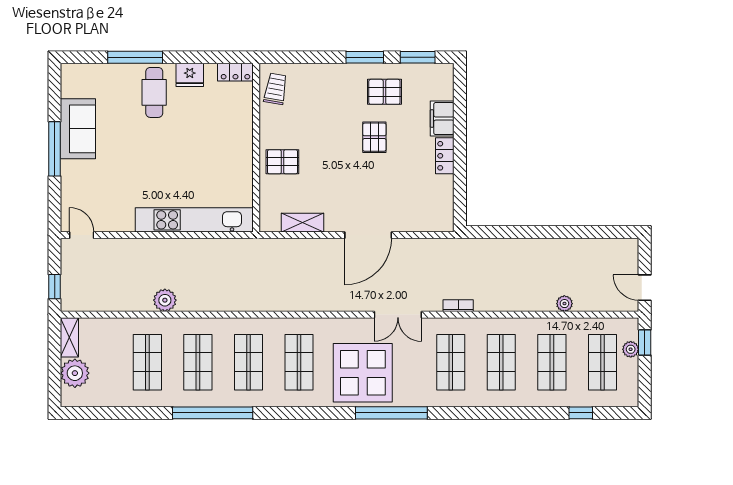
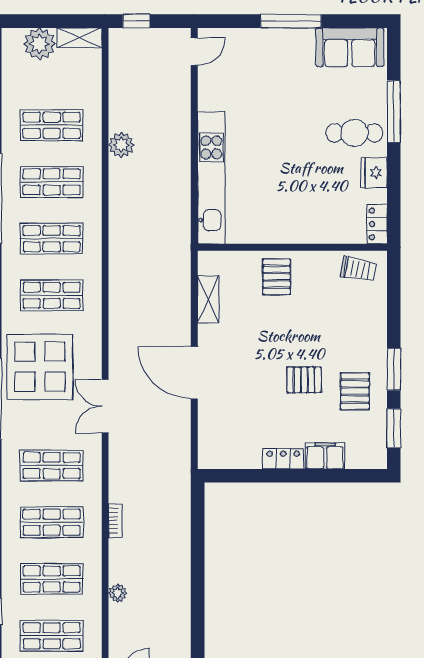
sofa: (78, 129) -> (350, 47), moved
bookcase: (458, 306) -> (115, 521), moved

